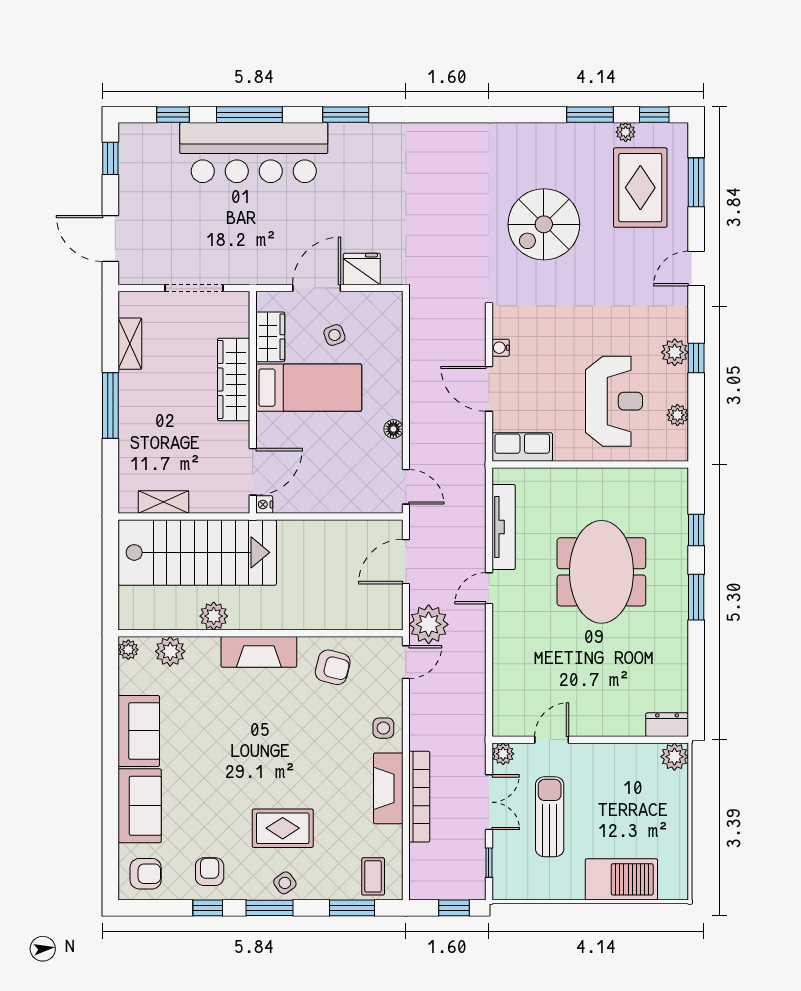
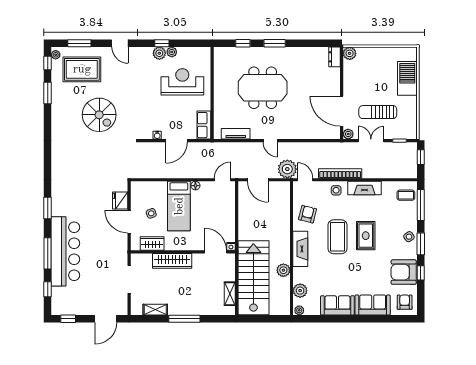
plant: (626, 132) -> (56, 55), moved
bed: (309, 388) -> (179, 206), moved, turned 180
plant: (677, 415) -> (172, 52), moved
tv unit: (504, 527) -> (236, 134), width x0.71
coffee table: (285, 731) -> (338, 237), added
door: (552, 740) -> (342, 111), width x1.88
bookcase: (419, 797) -> (340, 173), moved
rug: (283, 828) -> (366, 236), moved
armchair: (210, 872) -> (404, 272), width x1.88, depth x1.88
window: (352, 908) -> (421, 205), width x1.44

